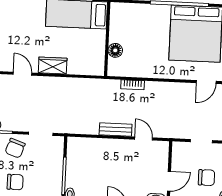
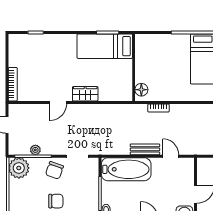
floor lamp: (115, 50) -> (141, 90), moved
door: (22, 74) -> (58, 102), swing flipped
bathtub: (94, 151) -> (126, 169), added

